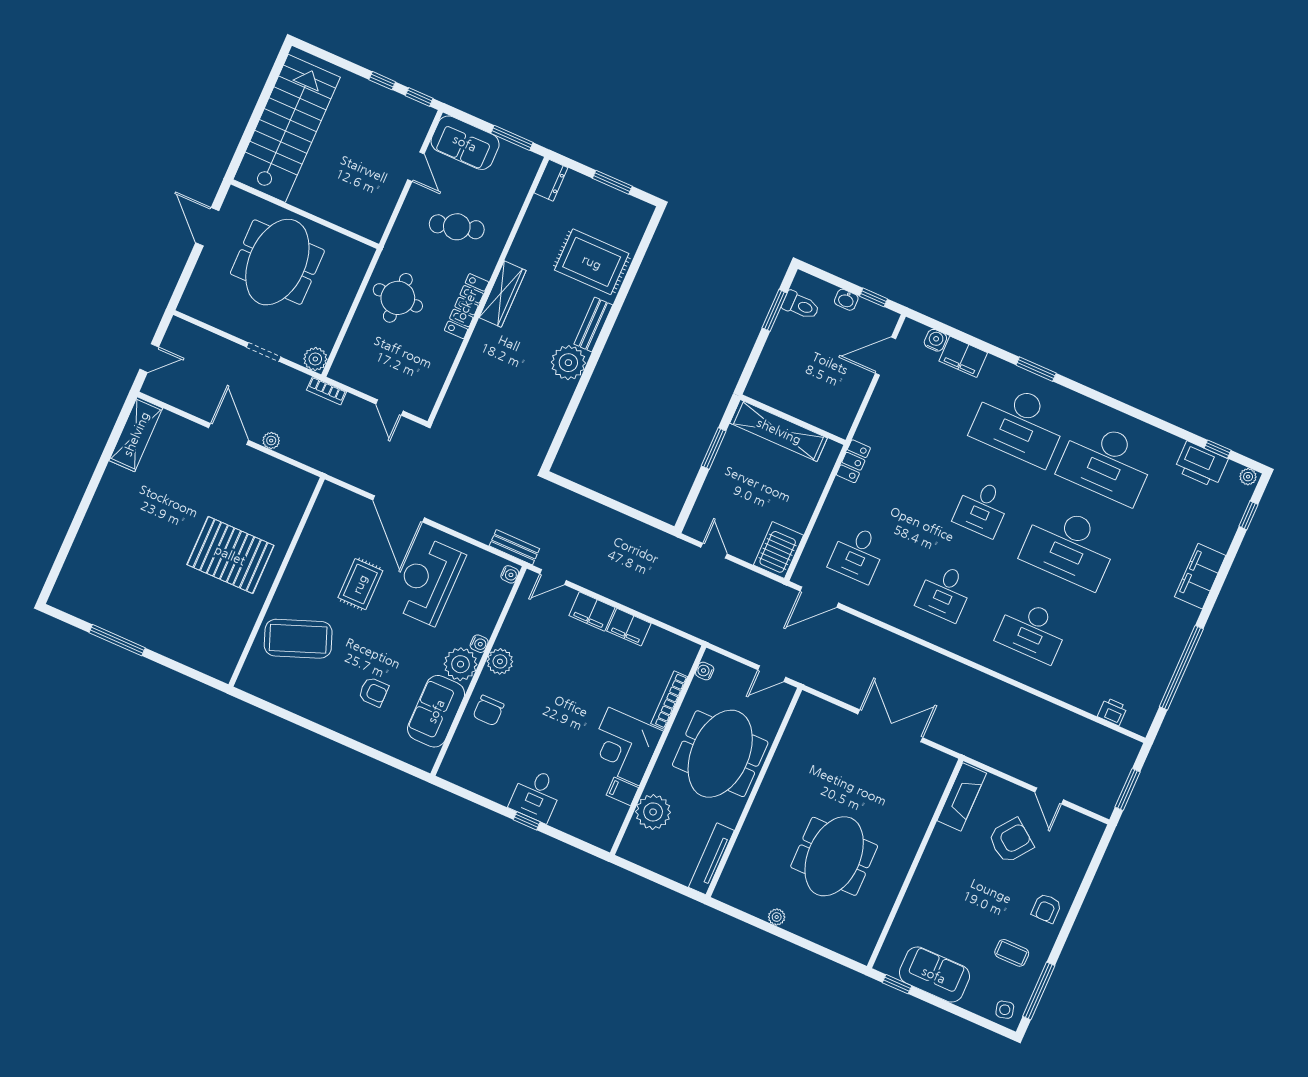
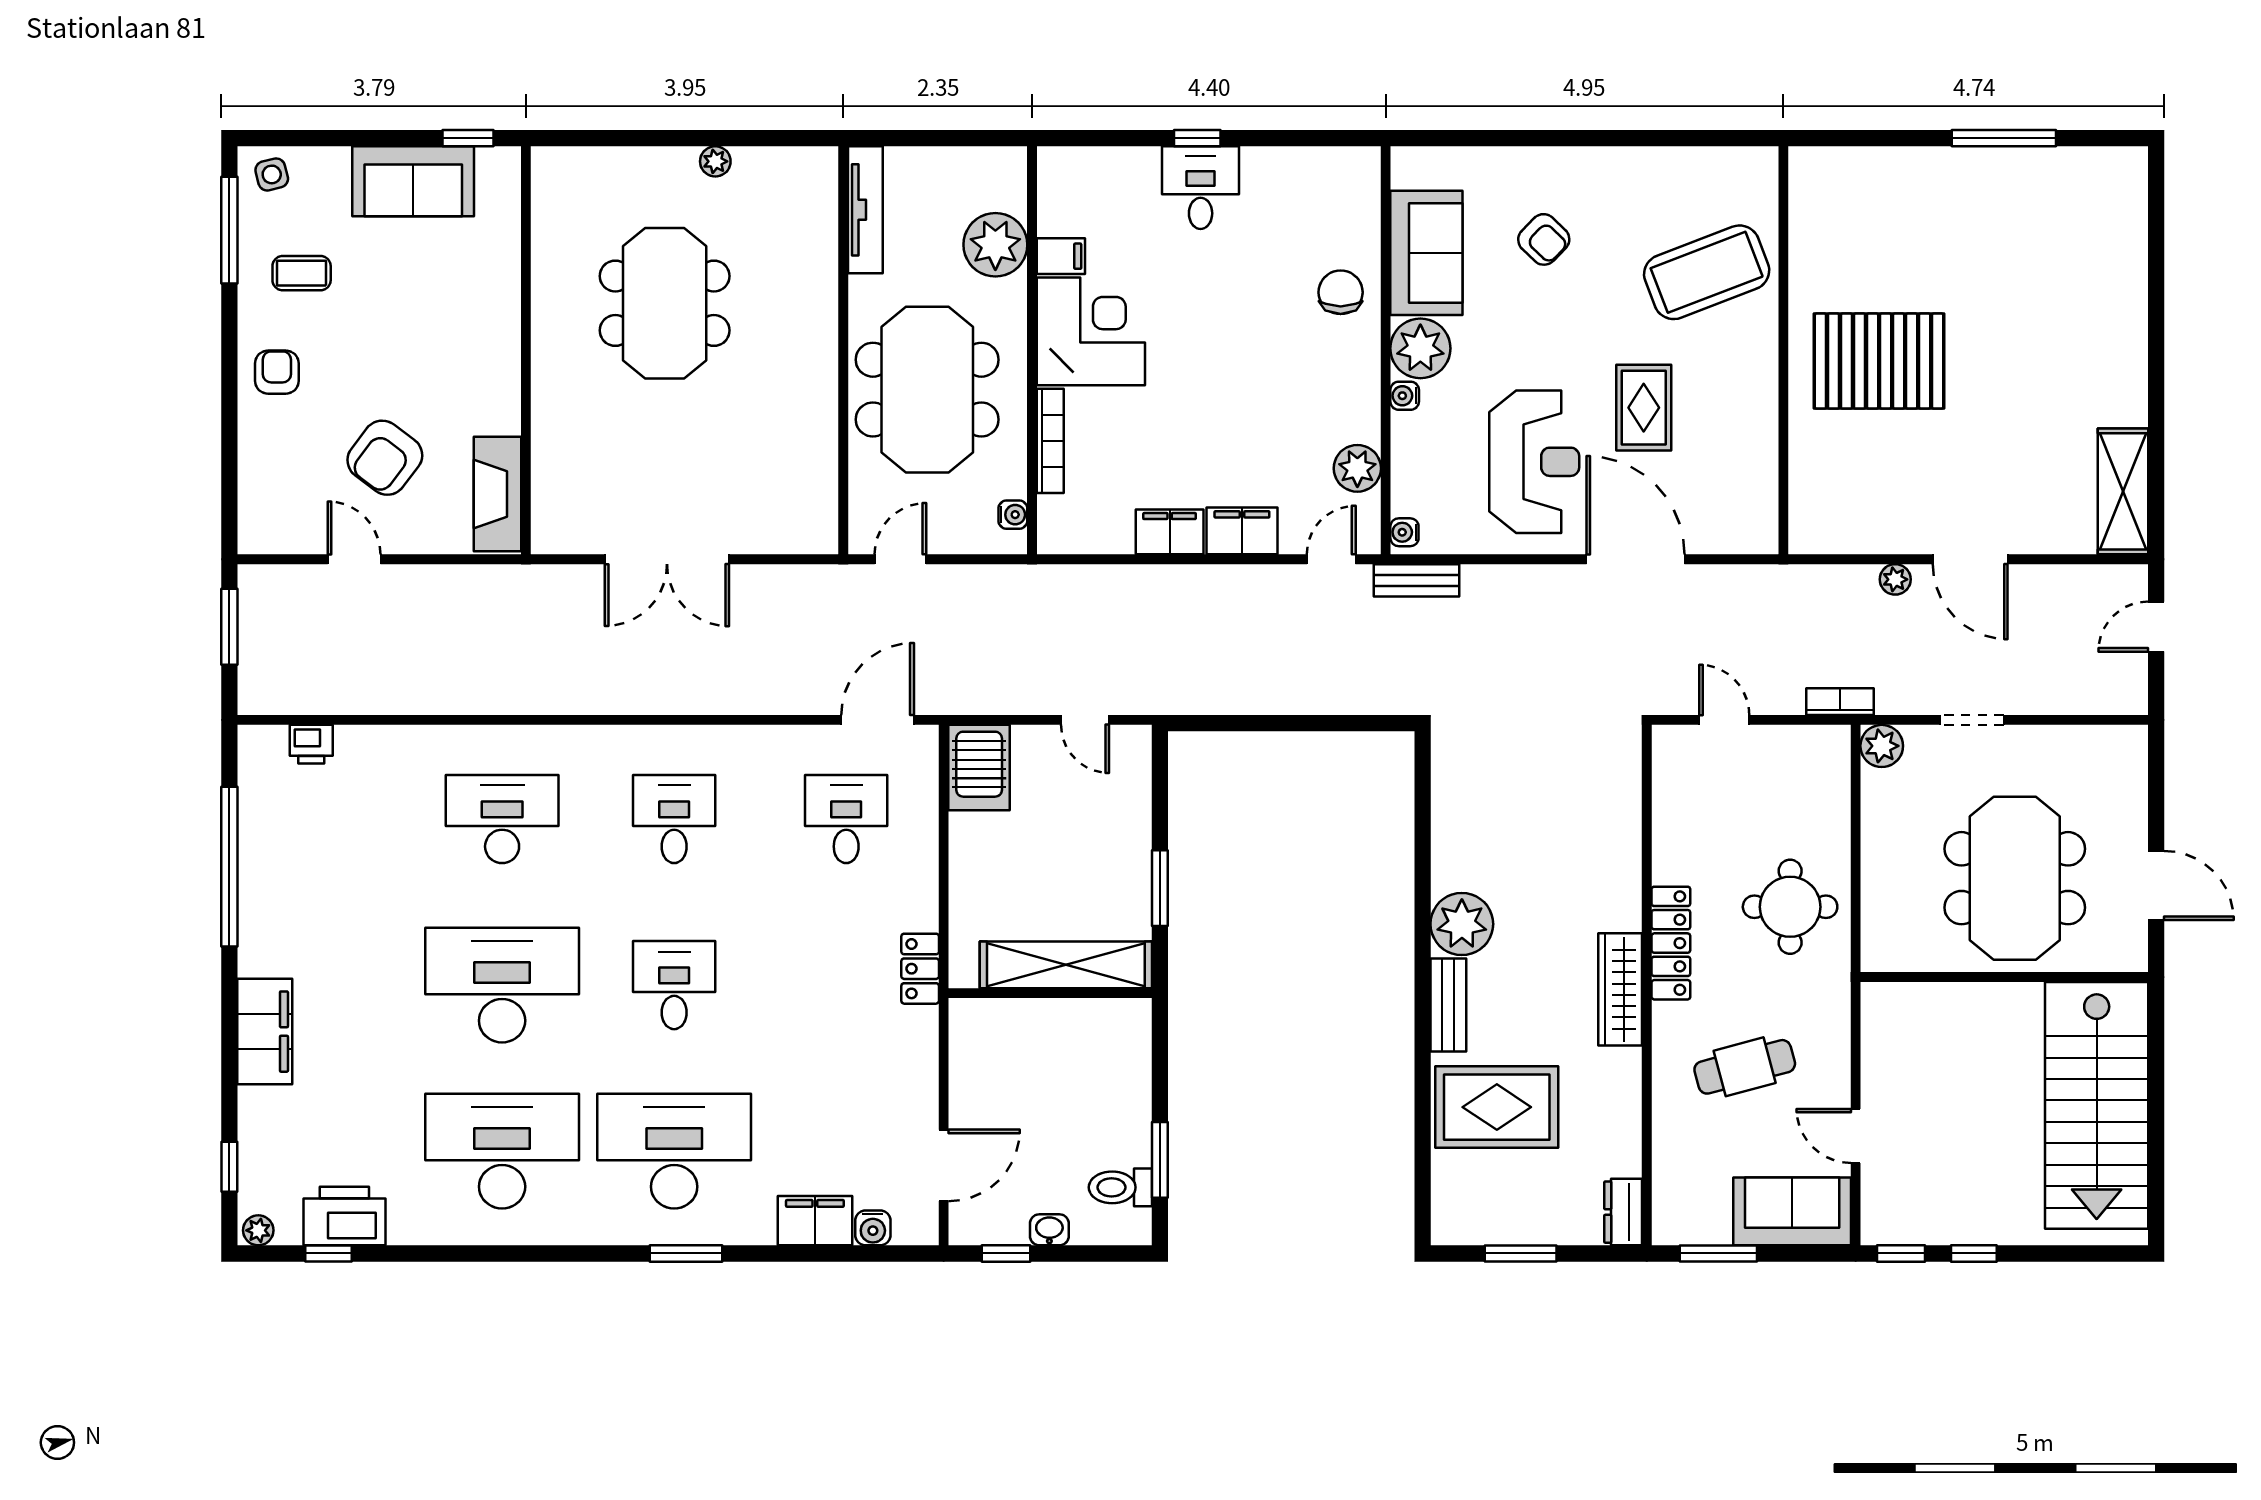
plant: (500, 661) -> (1357, 468), moved
armchair: (373, 692) -> (1544, 239), turned -136

